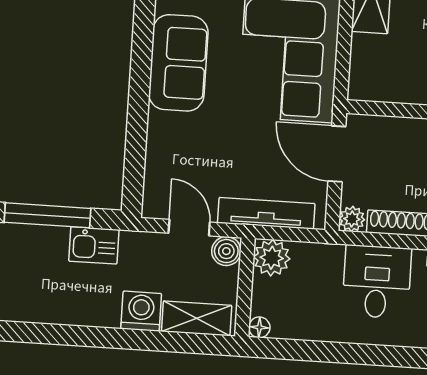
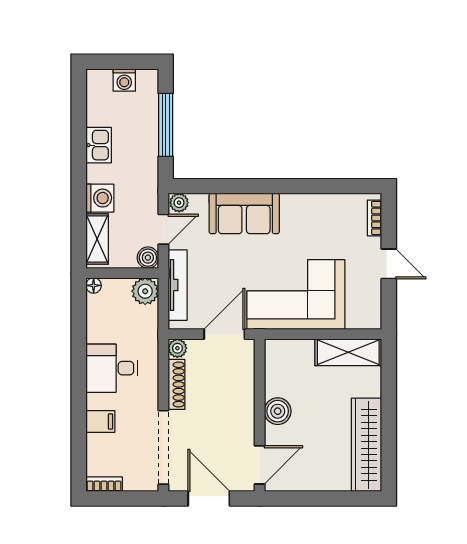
sofa: (178, 63) -> (244, 213), moved
plant: (154, 204) -> (179, 203), added
kitchen sink: (94, 245) -> (99, 145), moved, turned 180
desk: (377, 282) -> (112, 368), moved, turned 180

